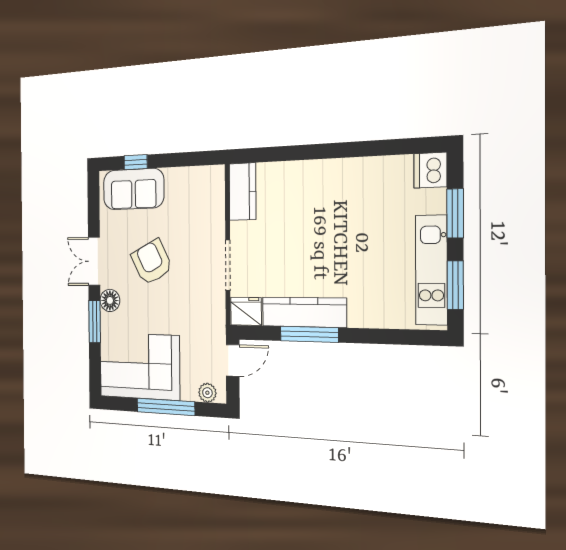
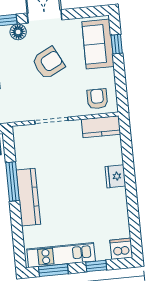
armchair: (204, 195) -> (97, 99), added
window: (455, 213) -> (96, 266), width x0.67
fridge: (246, 311) -> (115, 176), moved, turned 180
kitchen counter: (304, 312) -> (28, 197), moved

